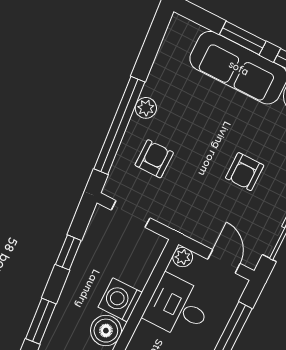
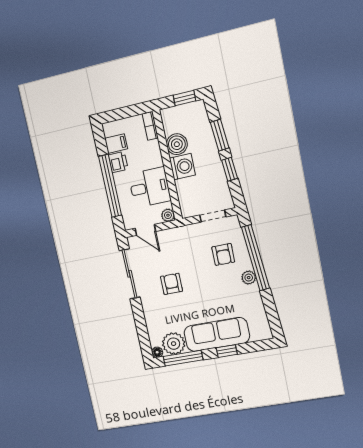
window: (243, 38) -> (227, 351), width x0.67
window: (41, 321) -> (220, 135), moved

